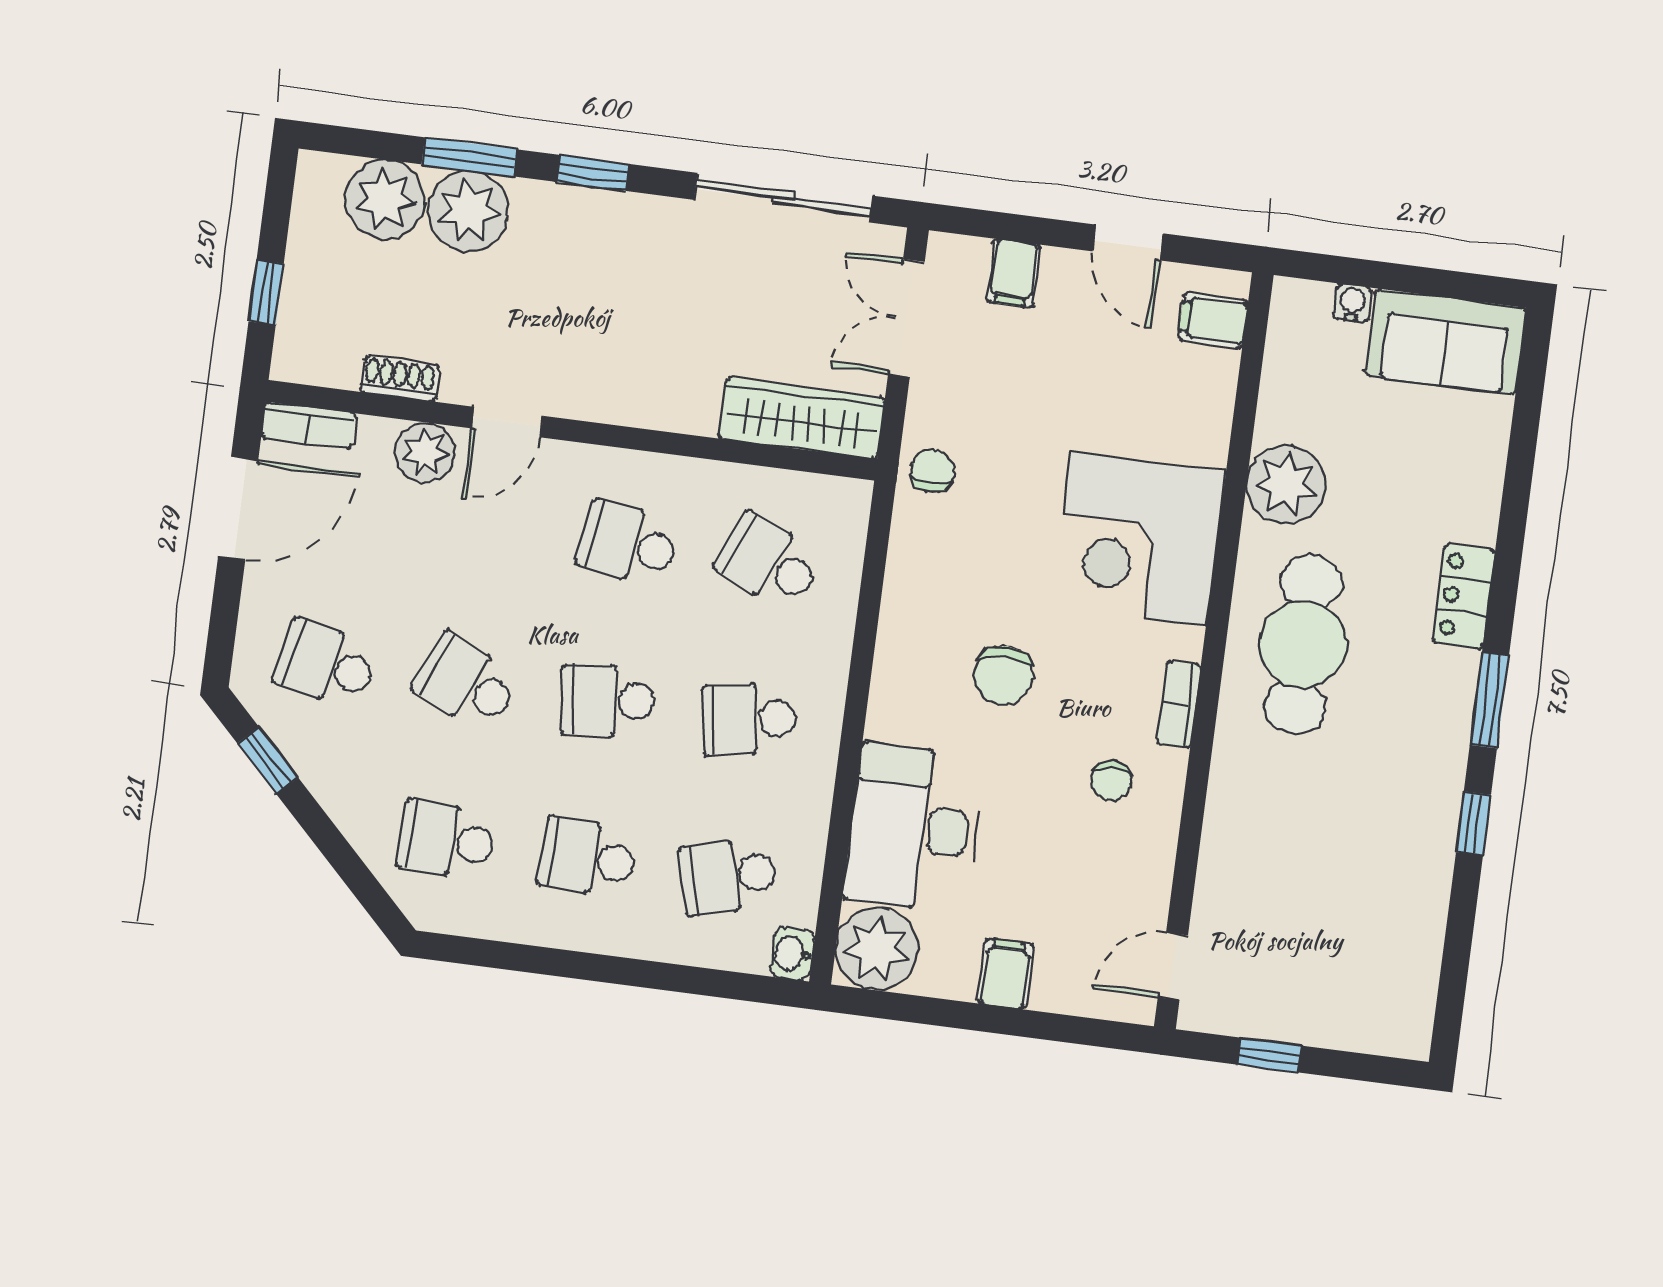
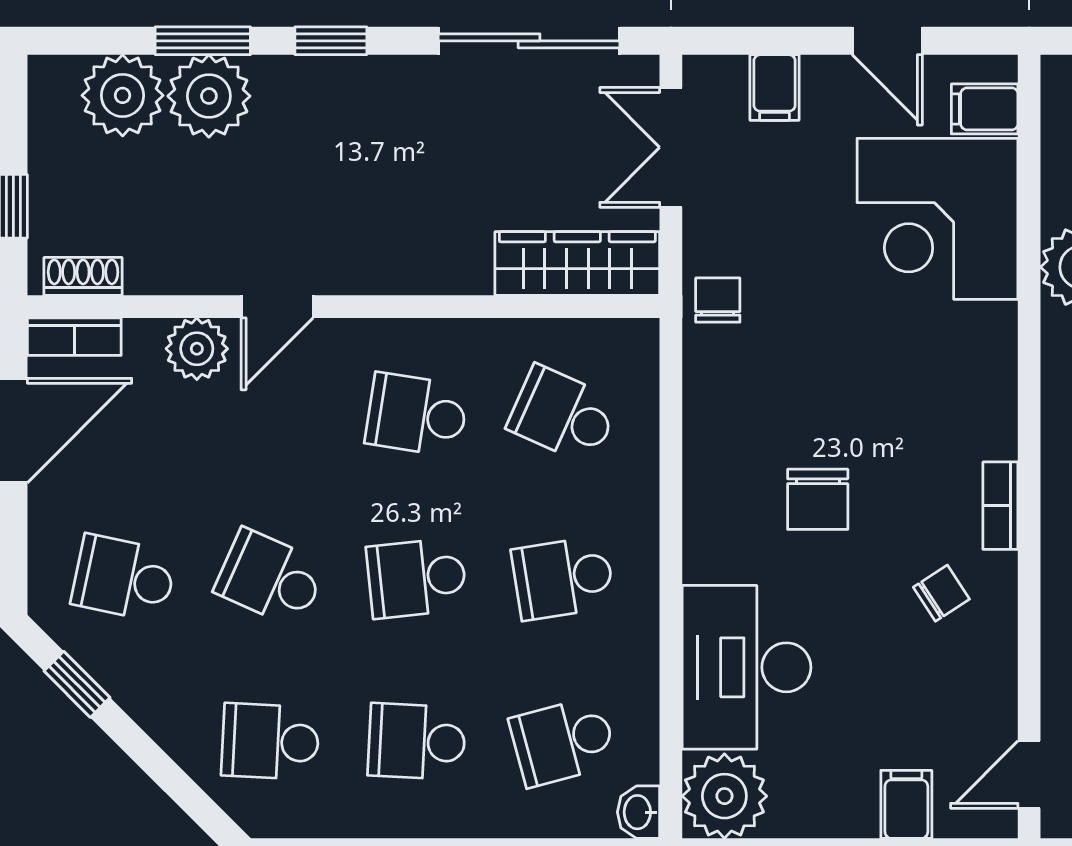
shoe rack: (400, 379) -> (83, 276), moved
corner desk: (1139, 539) -> (938, 219), moved
chair: (1111, 781) -> (941, 593), turned -123
filing cabinet: (1006, 974) -> (906, 804), moved

